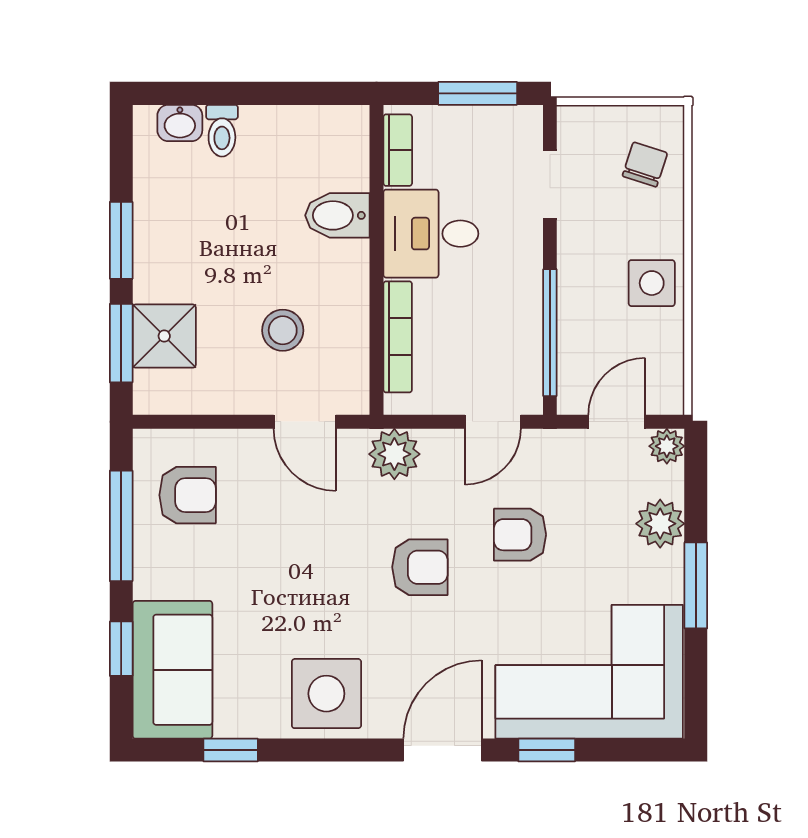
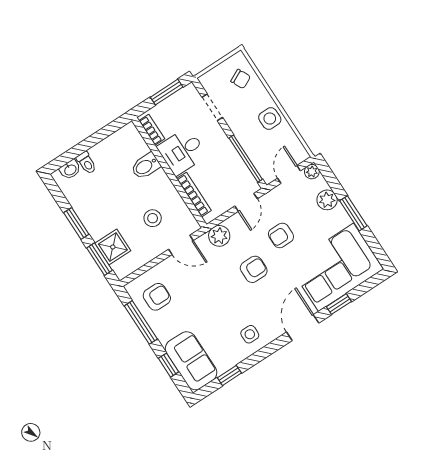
chair: (645, 164) -> (241, 79), turned 136
side table: (326, 694) -> (250, 334), width x0.54, depth x0.54

